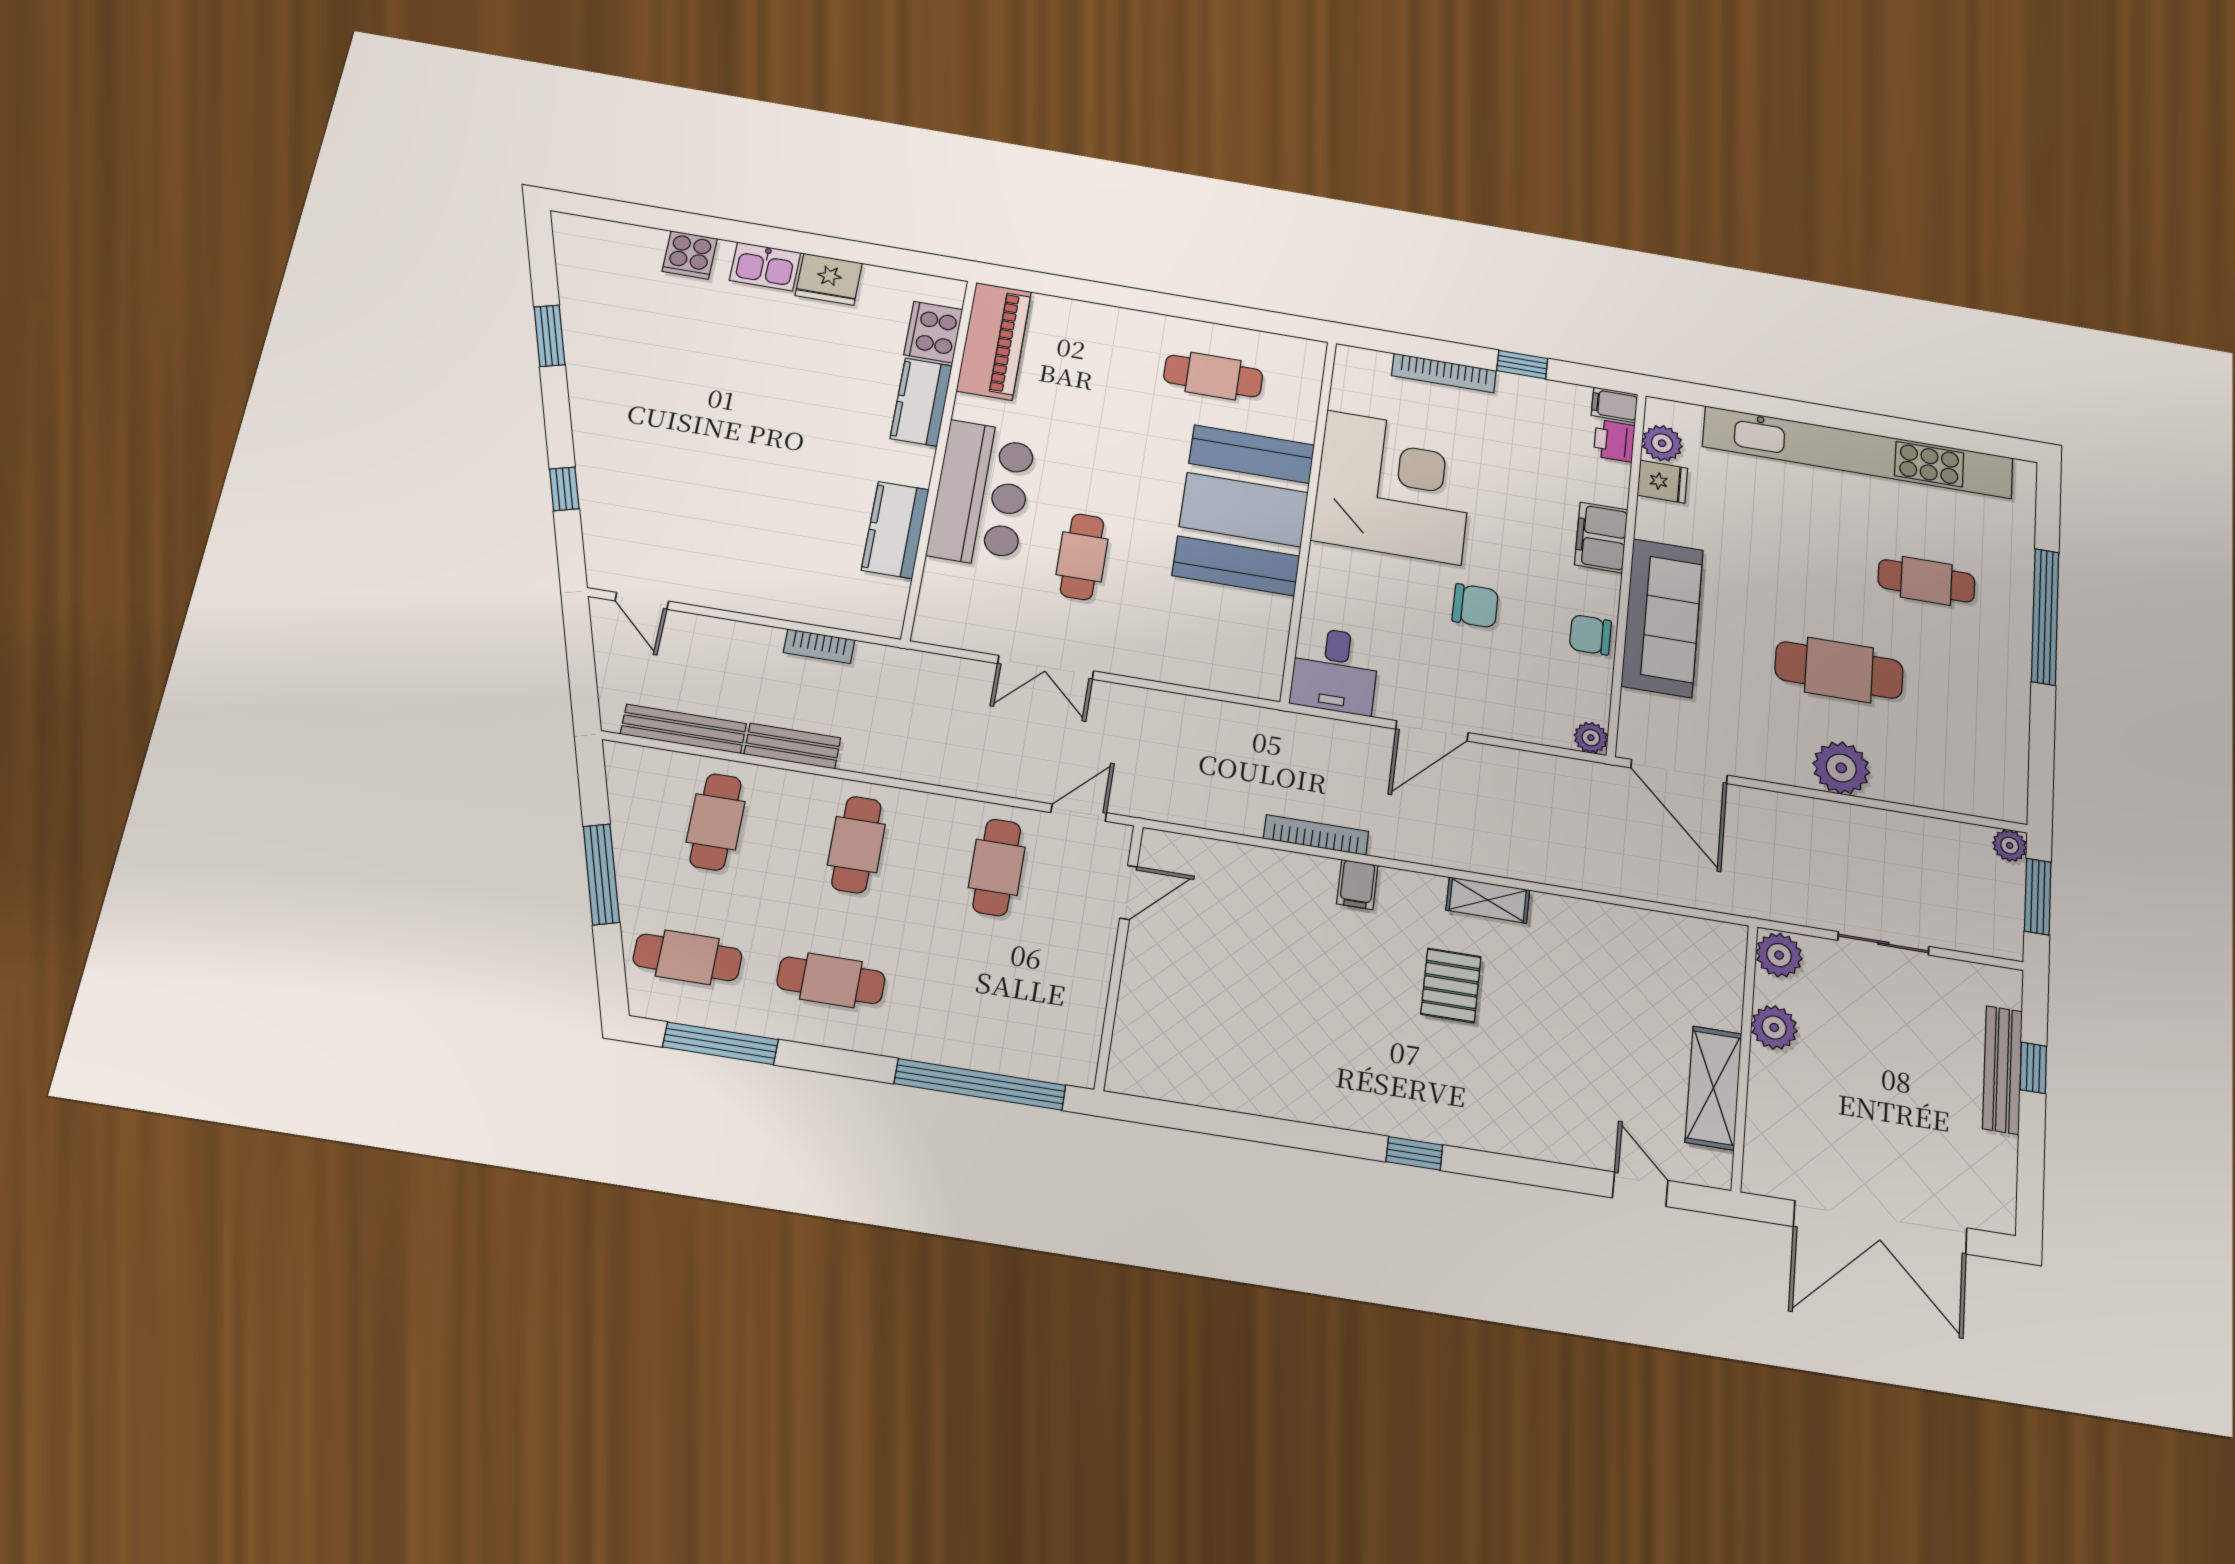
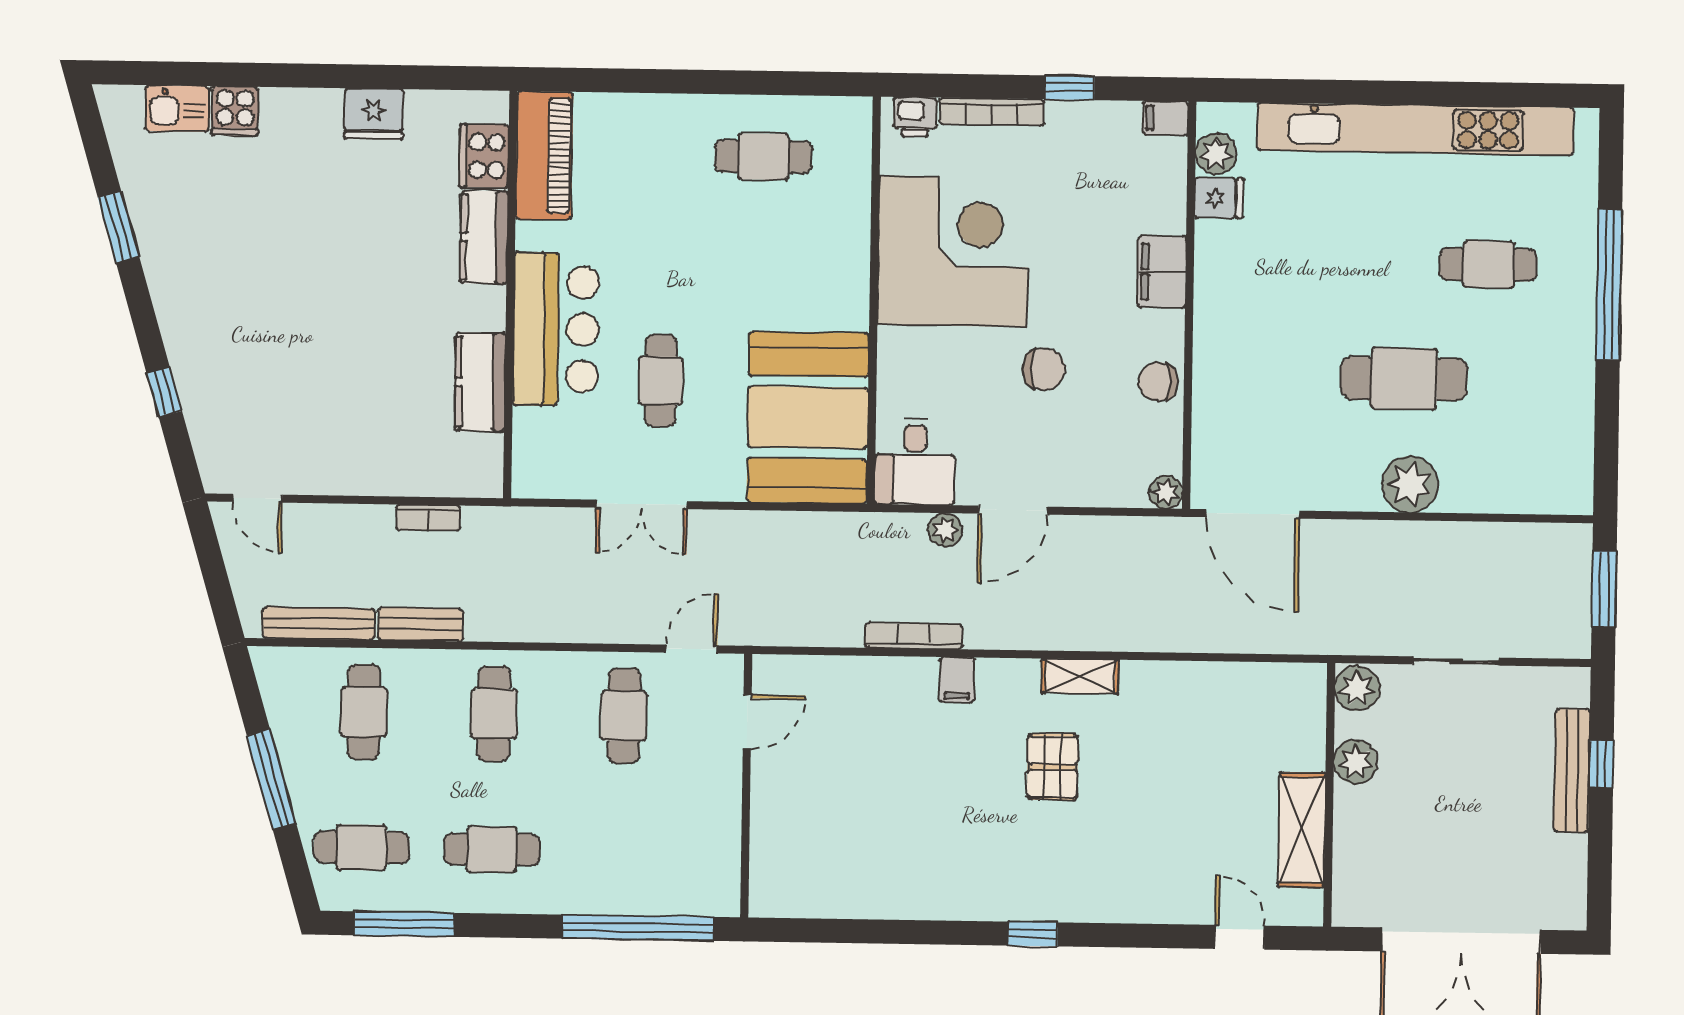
kitchen sink: (765, 266) -> (177, 109), moved
printer: (1614, 441) -> (915, 117), moved, turned -90
booth: (1244, 510) -> (808, 418), moved
sofa: (1662, 618) -> (1227, 351), removed
plant: (2010, 846) -> (945, 530), moved

